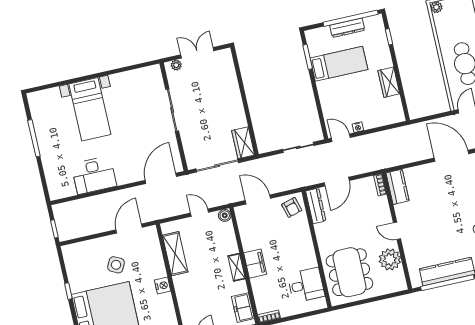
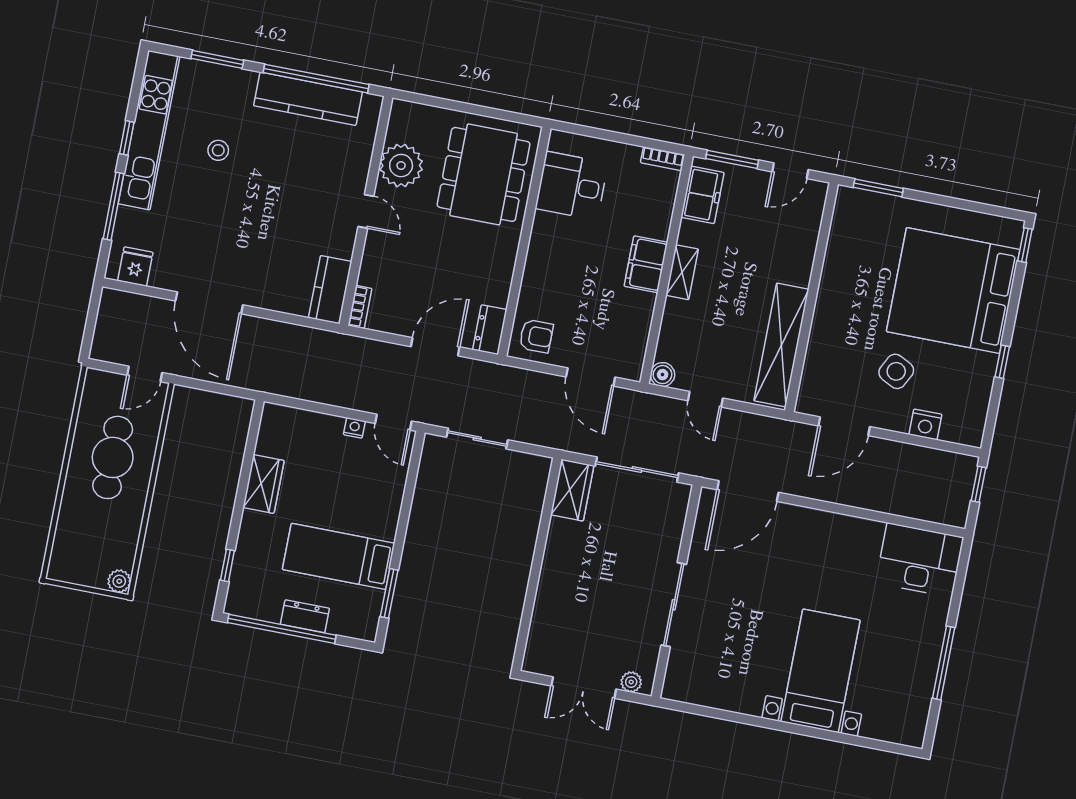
dresser: (347, 28) -> (305, 616), width x0.70
desk: (94, 175) -> (920, 560), moved
dresser: (316, 206) -> (490, 330), width x0.70
armchair: (292, 207) -> (536, 336), turned 106
shelving: (175, 254) -> (781, 345), width x1.47
nightstand: (163, 286) -> (925, 424), moved, turned -90

